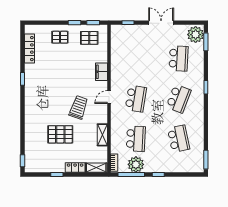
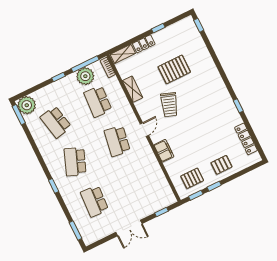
plant: (196, 35) -> (27, 105), moved

